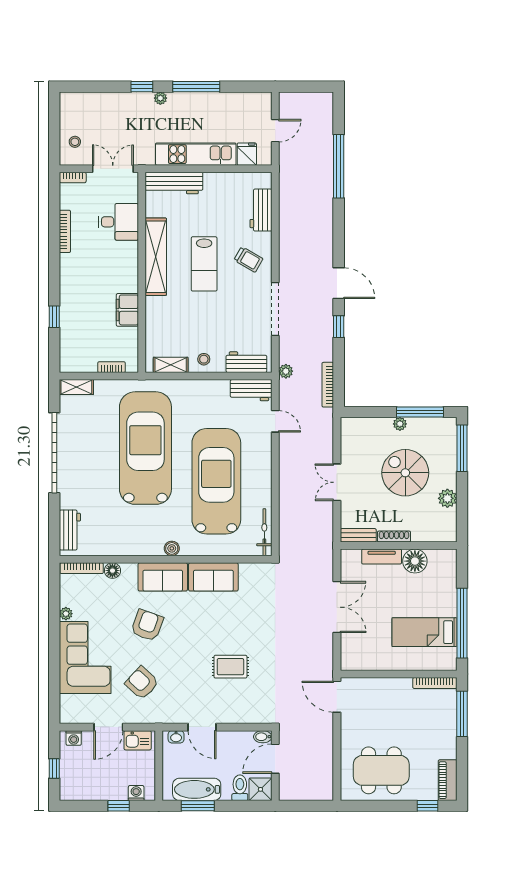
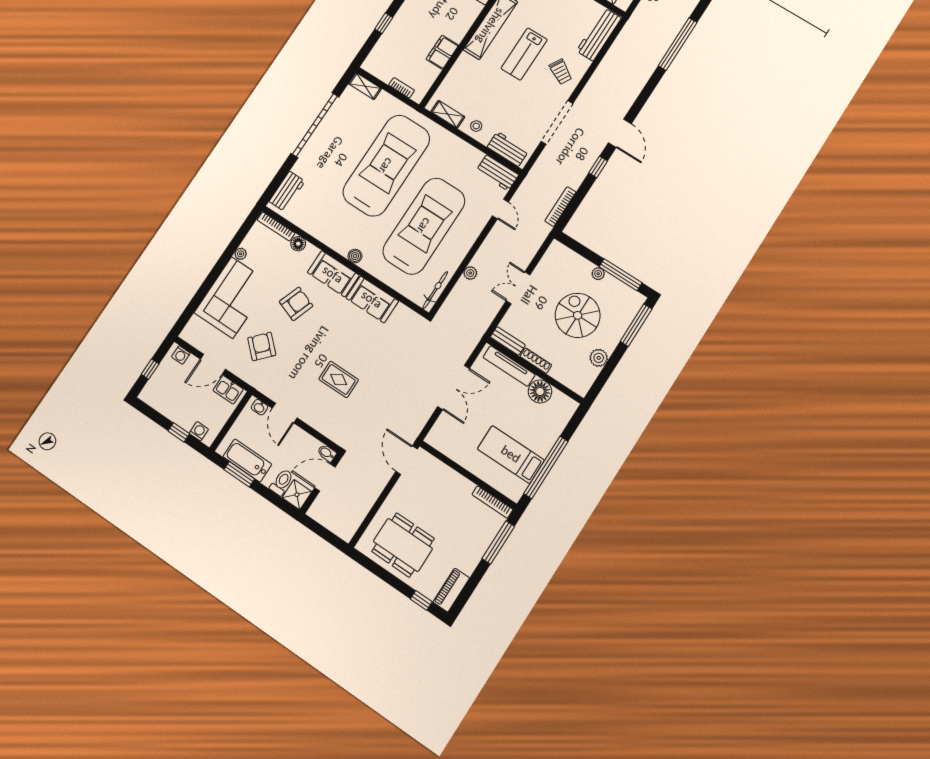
workbench: (261, 210) -> (599, 34), width x1.38
plant: (286, 371) -> (470, 273), moved
tv unit: (382, 557) -> (509, 366), width x1.41

